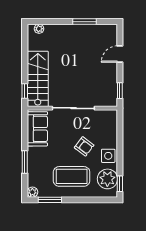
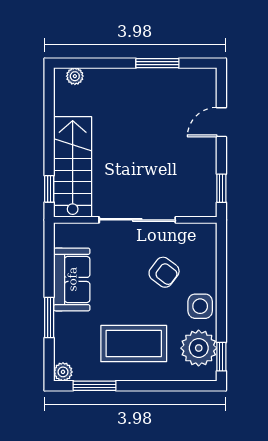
sofa: (37, 129) -> (72, 279), moved
armchair: (84, 146) -> (164, 272), moved

